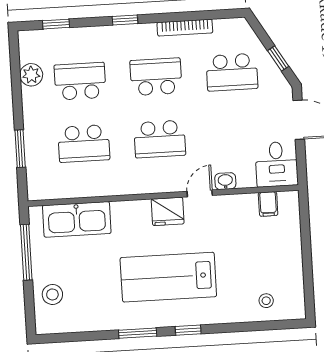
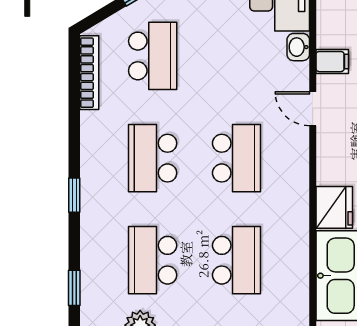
bookcase: (185, 28) -> (89, 73), moved
washbasin: (225, 181) -> (298, 47), moved
filing cabinet: (268, 204) -> (332, 62), moved
fridge: (168, 211) -> (334, 207), moved

